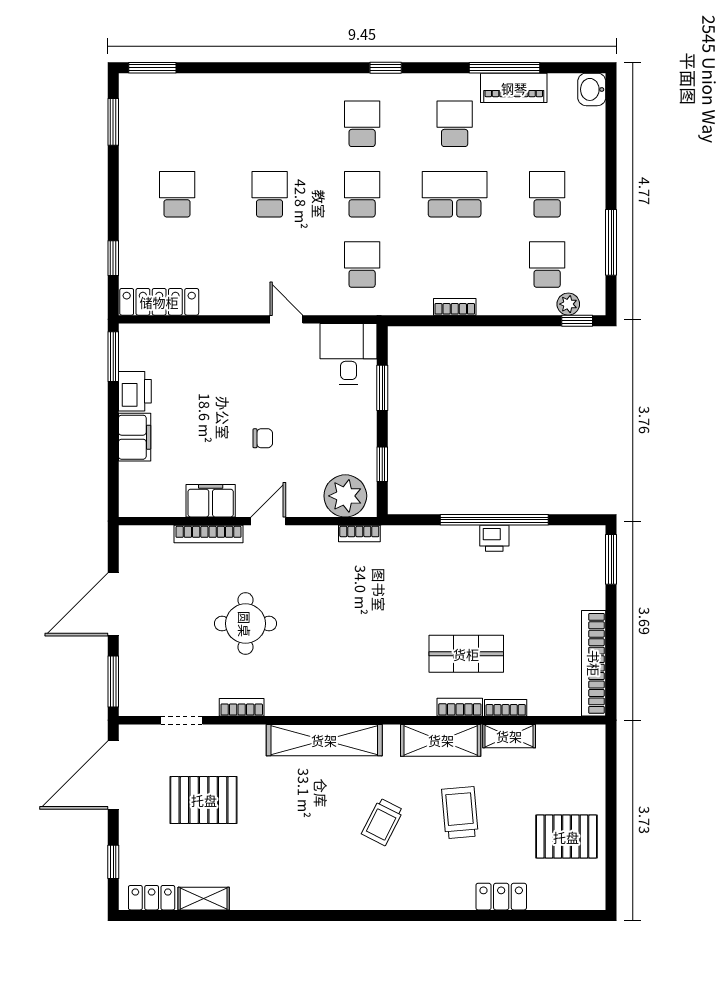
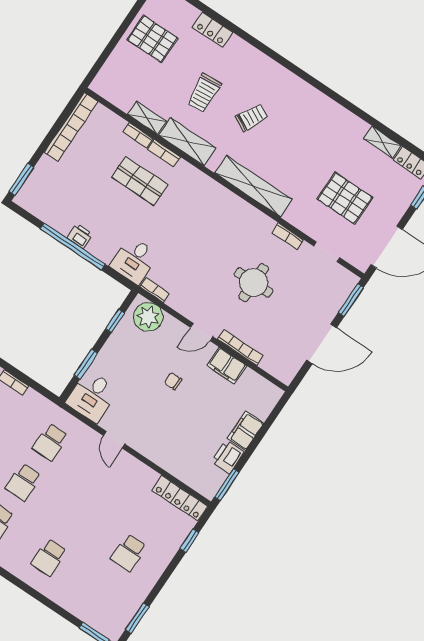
school desk: (270, 194) -> (49, 557), moved
desk: (408, 553) -> (134, 260), added

